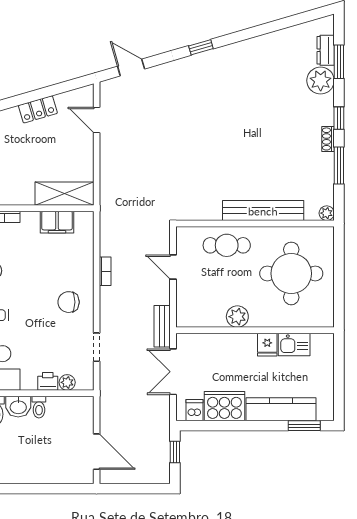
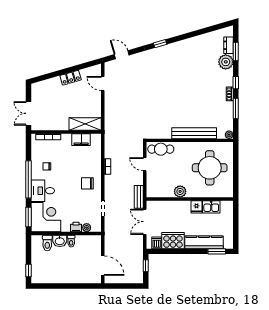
cafe table: (227, 245) -> (161, 149), moved

